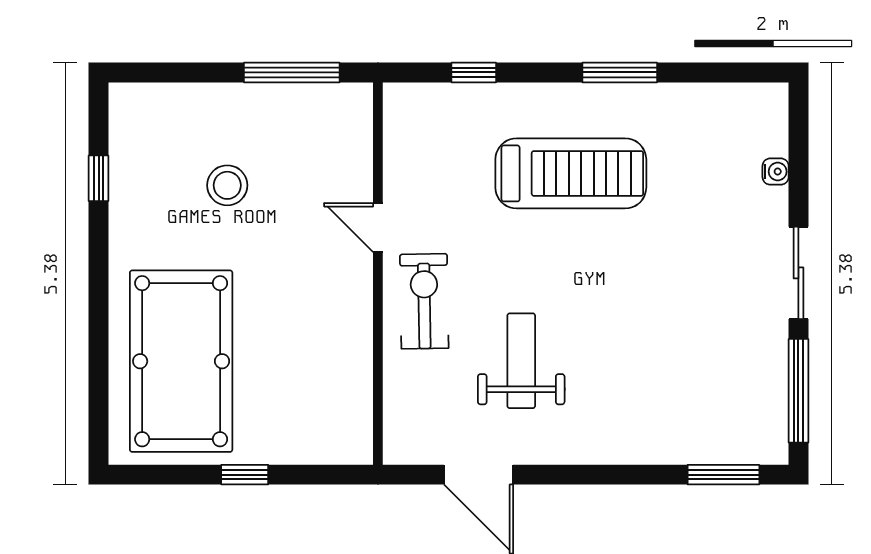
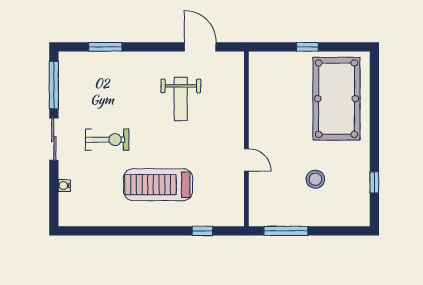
window: (620, 72) -> (136, 231), removed
exercise bike: (424, 301) -> (107, 140), moved, turned -89
window: (723, 475) -> (105, 47), moved

